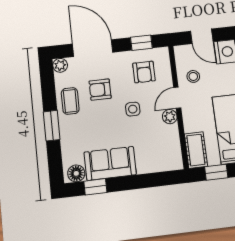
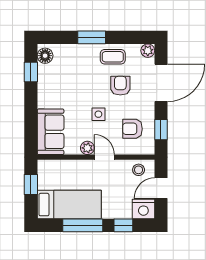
stool: (193, 76) -> (139, 170), moved
cot: (196, 150) -> (53, 168), removed
sofa: (110, 163) -> (51, 132), moved

